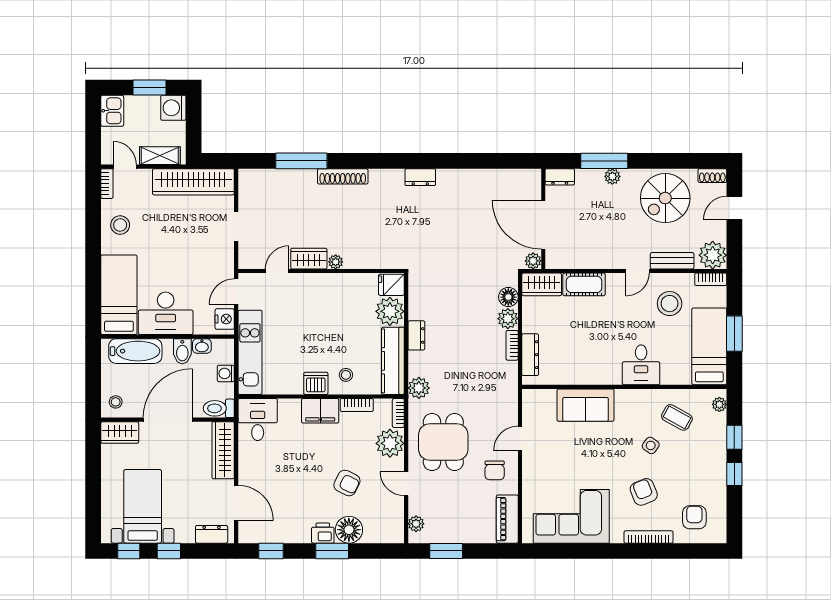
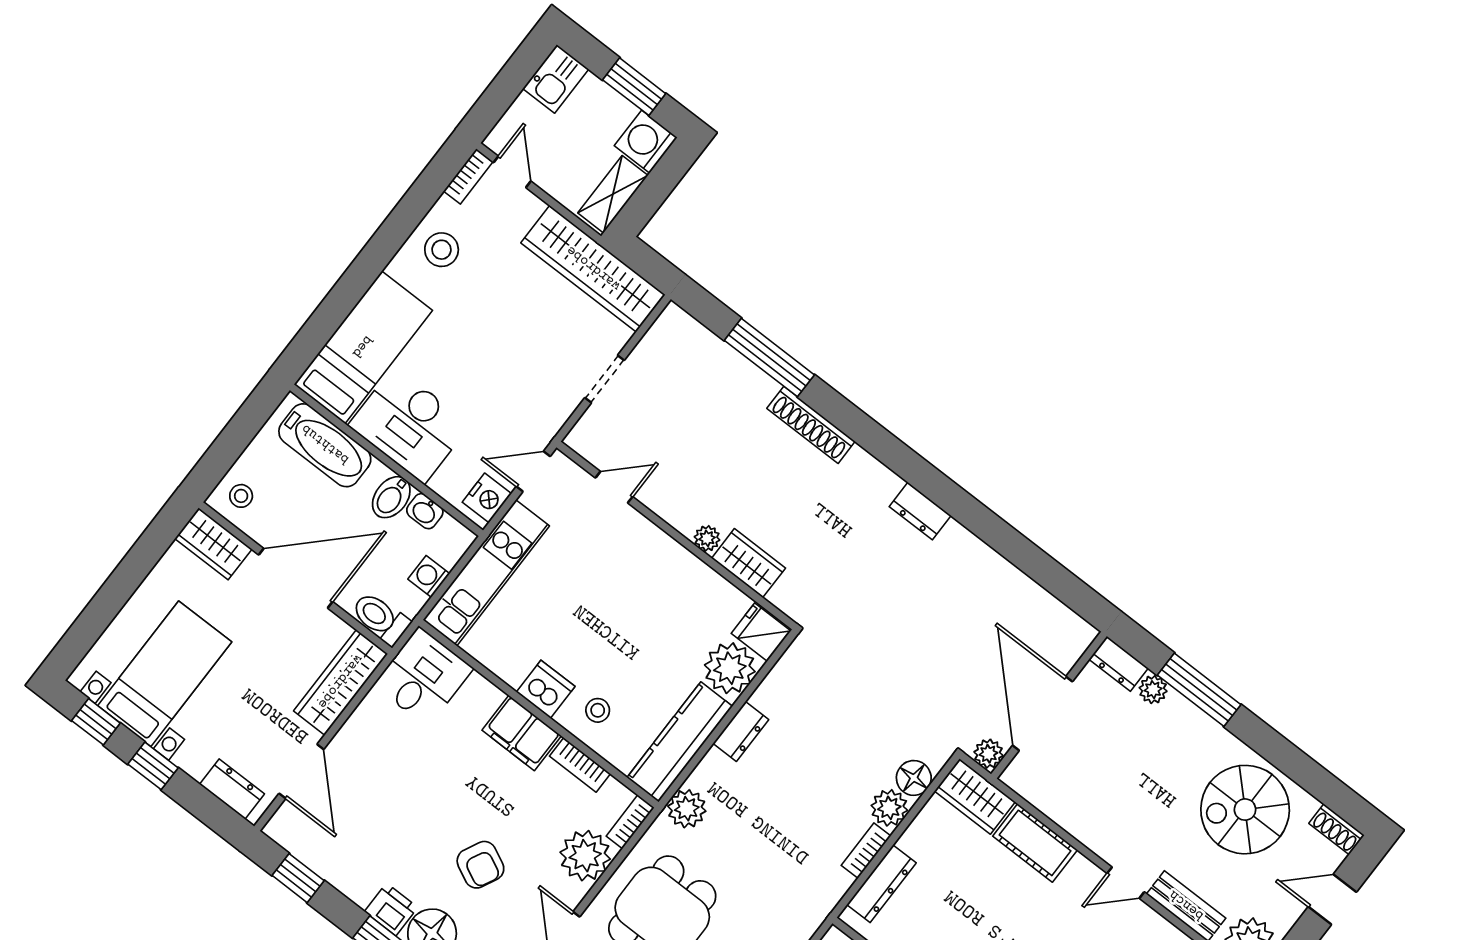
shelving: (160, 156) -> (613, 194), moved, turned 90
plant: (612, 176) -> (1153, 690), moved
wardrobe: (309, 259) -> (749, 563), moved

